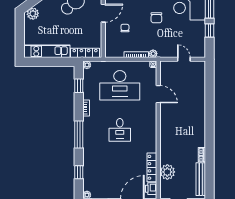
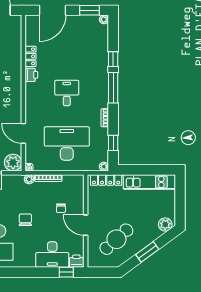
door: (103, 13) -> (86, 225), hinge flipped
locker: (152, 167) -> (31, 56), width x0.66
window: (79, 172) -> (113, 59), moved
plant: (167, 172) -> (13, 163), moved
printer: (151, 189) -> (31, 75), moved

